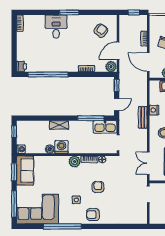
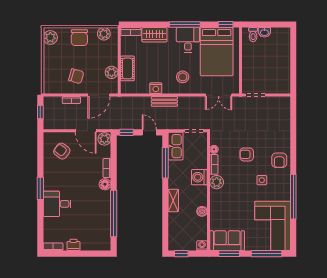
printer: (21, 67) -> (73, 245), moved
floor lamp: (73, 67) -> (105, 184), added
washing machine: (62, 147) -> (199, 177), moved

